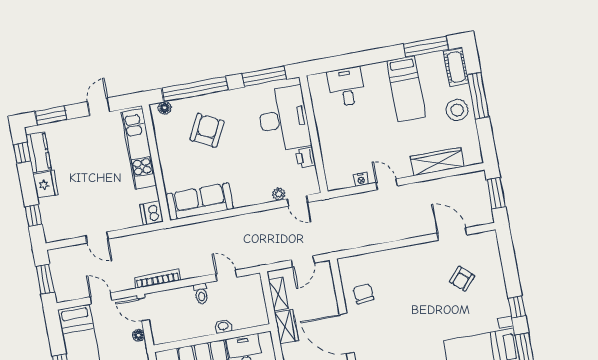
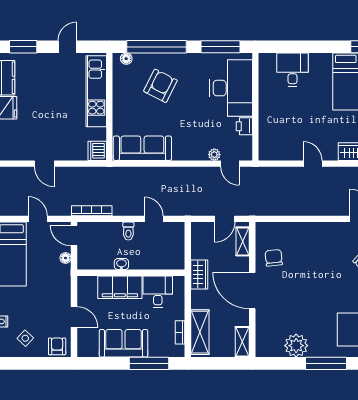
nightstand: (361, 179) -> (290, 155), removed
shelving: (278, 294) -> (243, 241), moved
washbasin: (223, 326) -> (121, 264), moved

